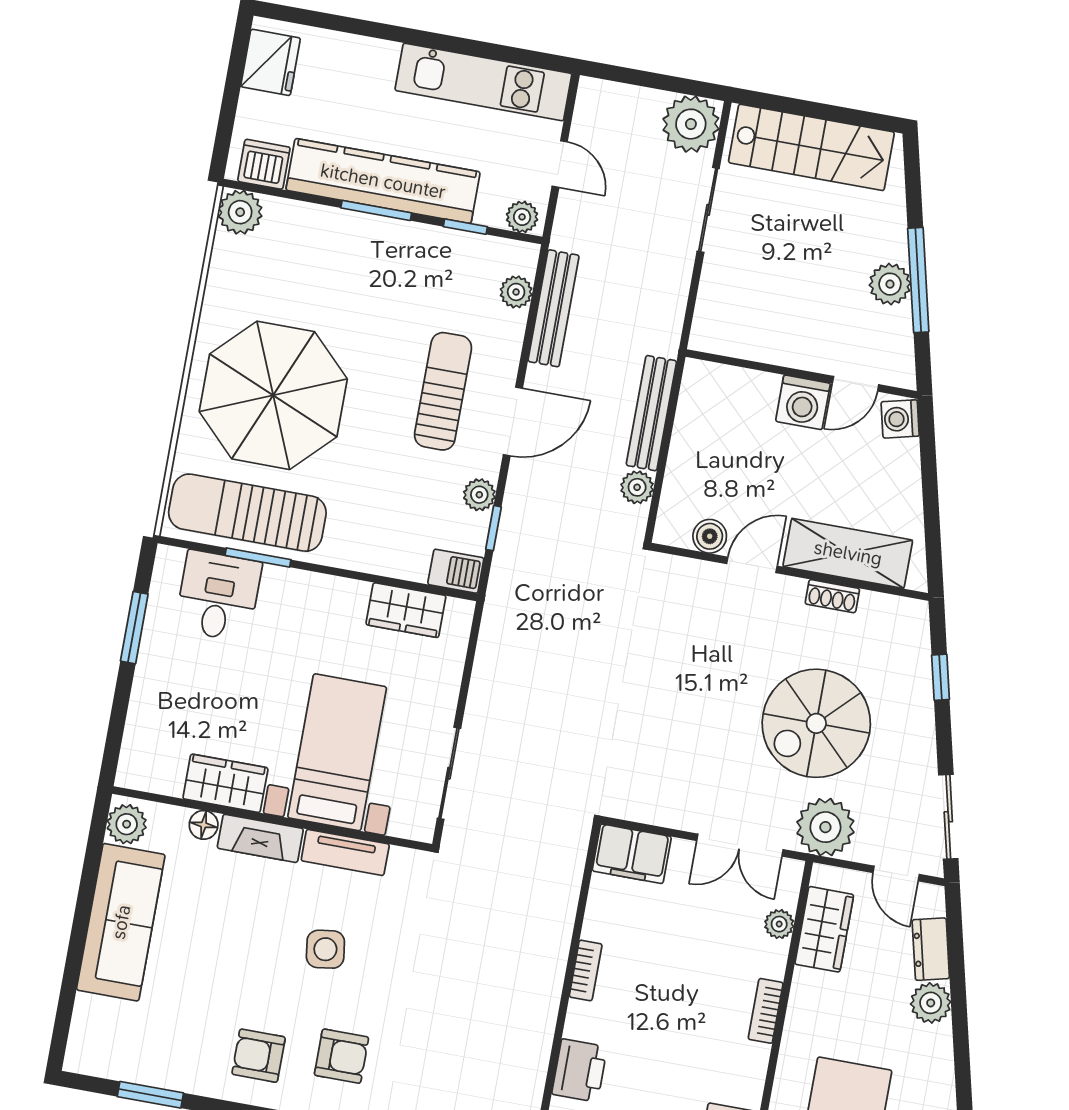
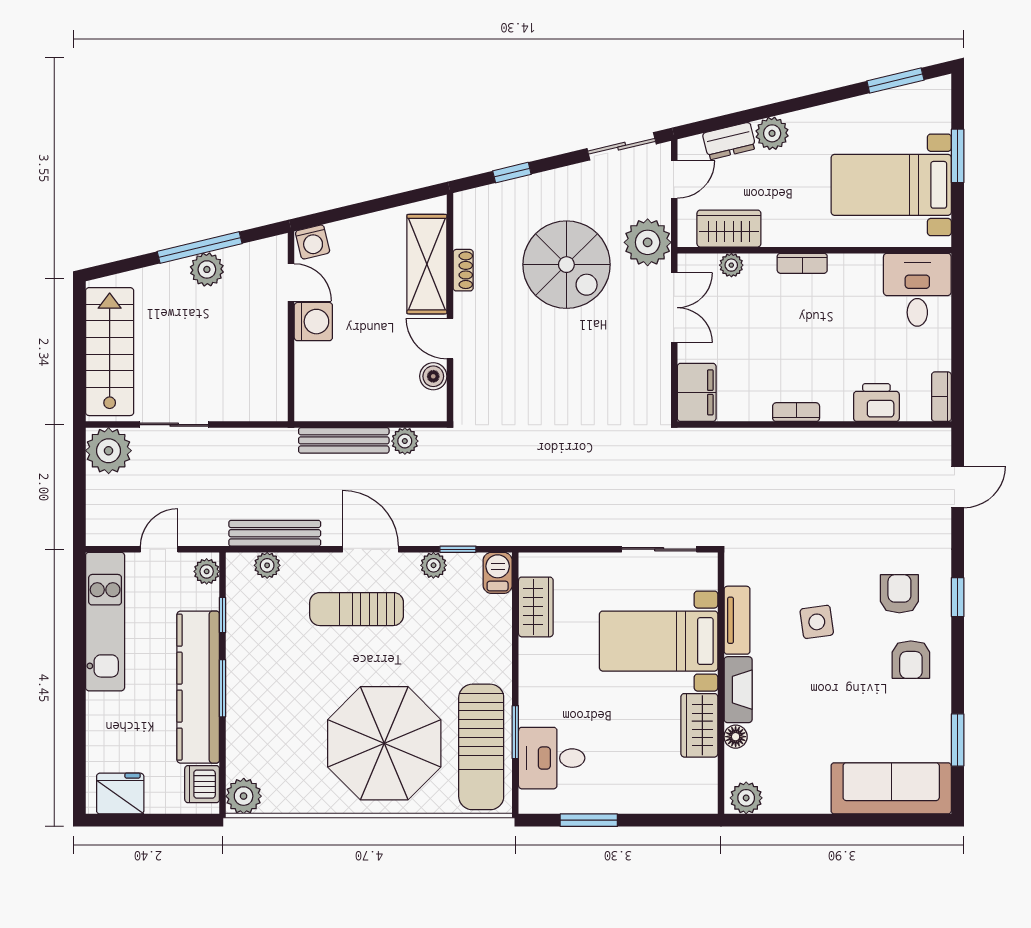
sofa: (121, 922) -> (891, 788), moved

